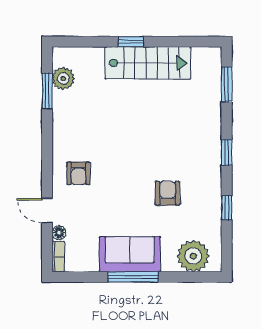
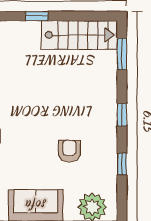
stairs: (148, 63) -> (79, 35), moved

